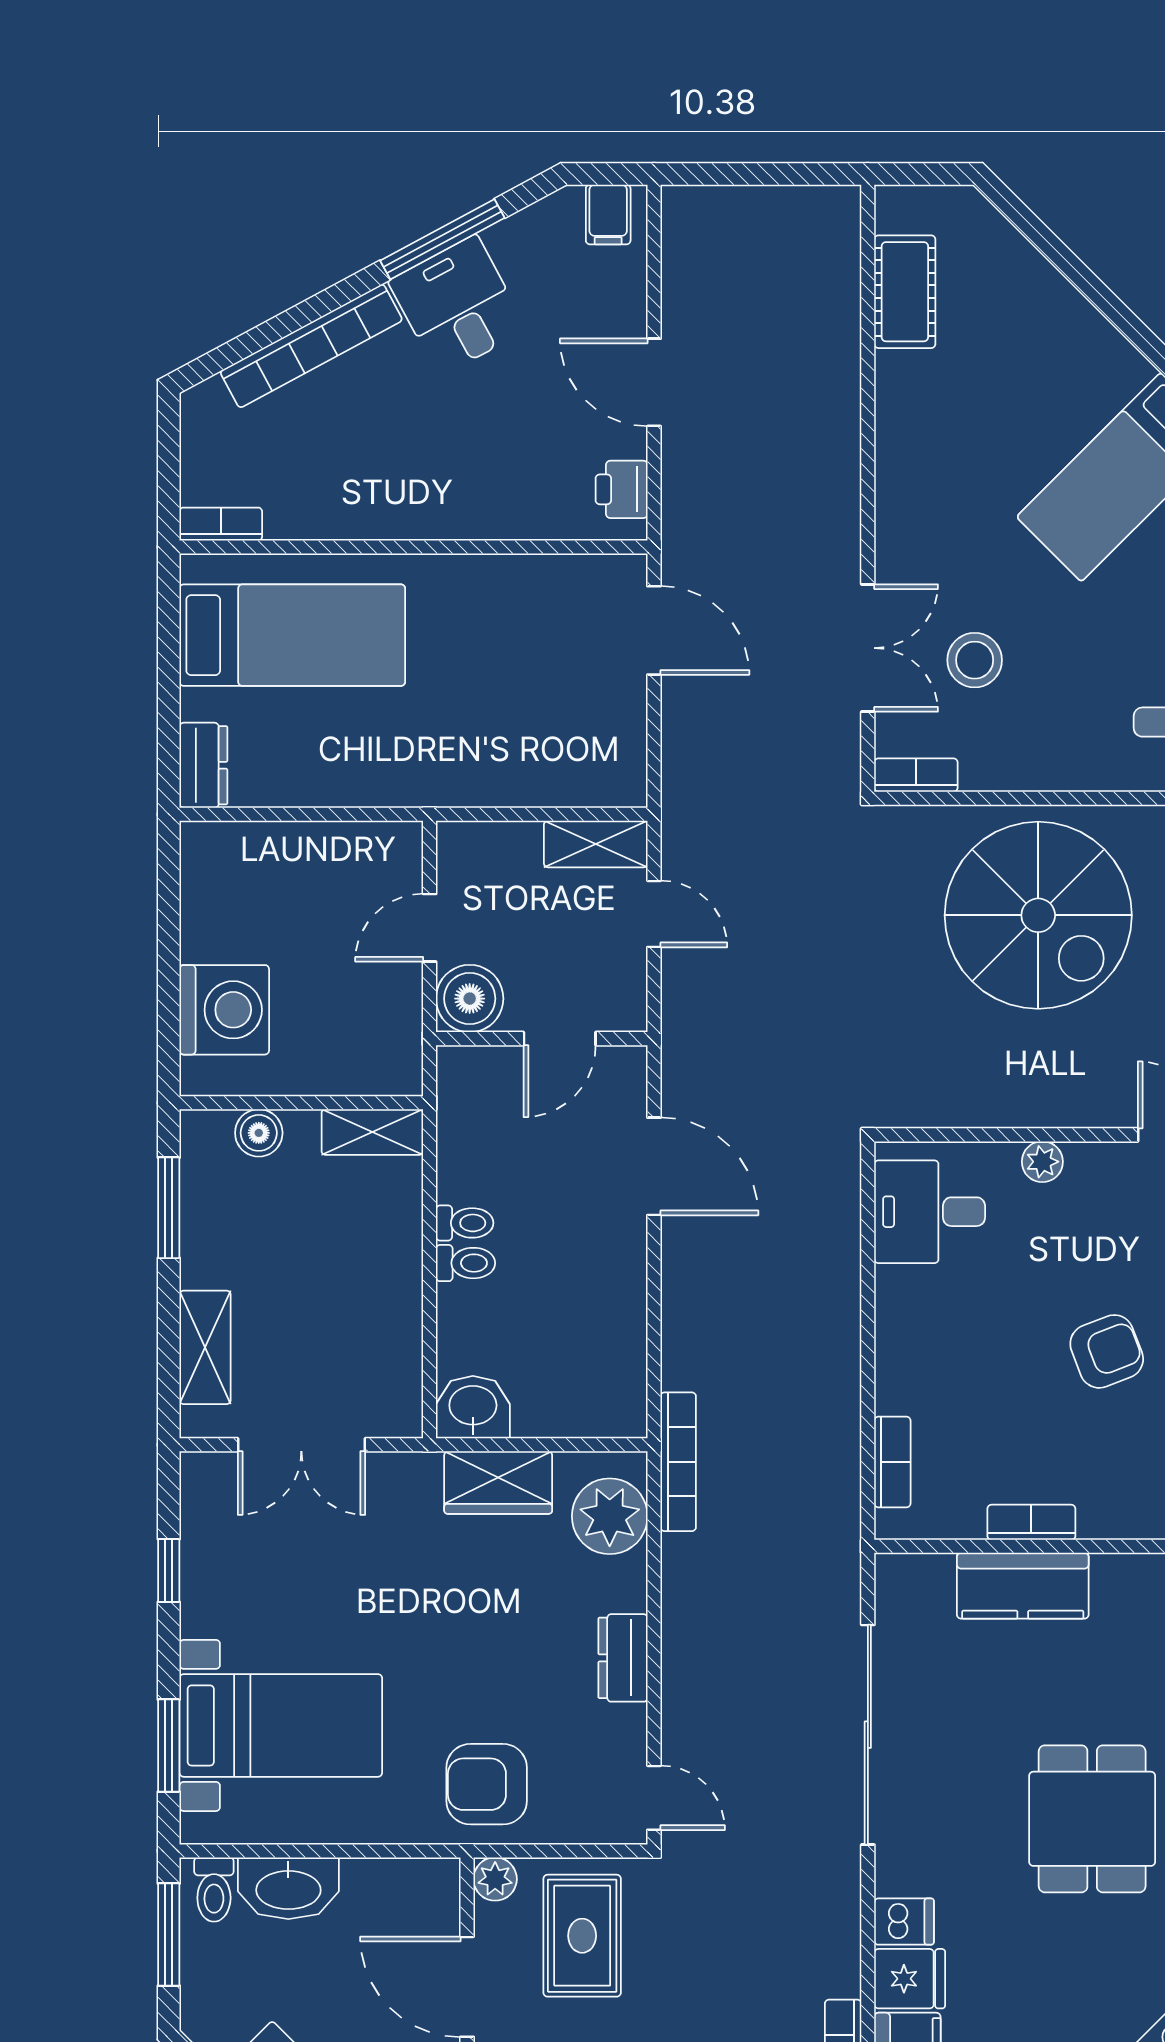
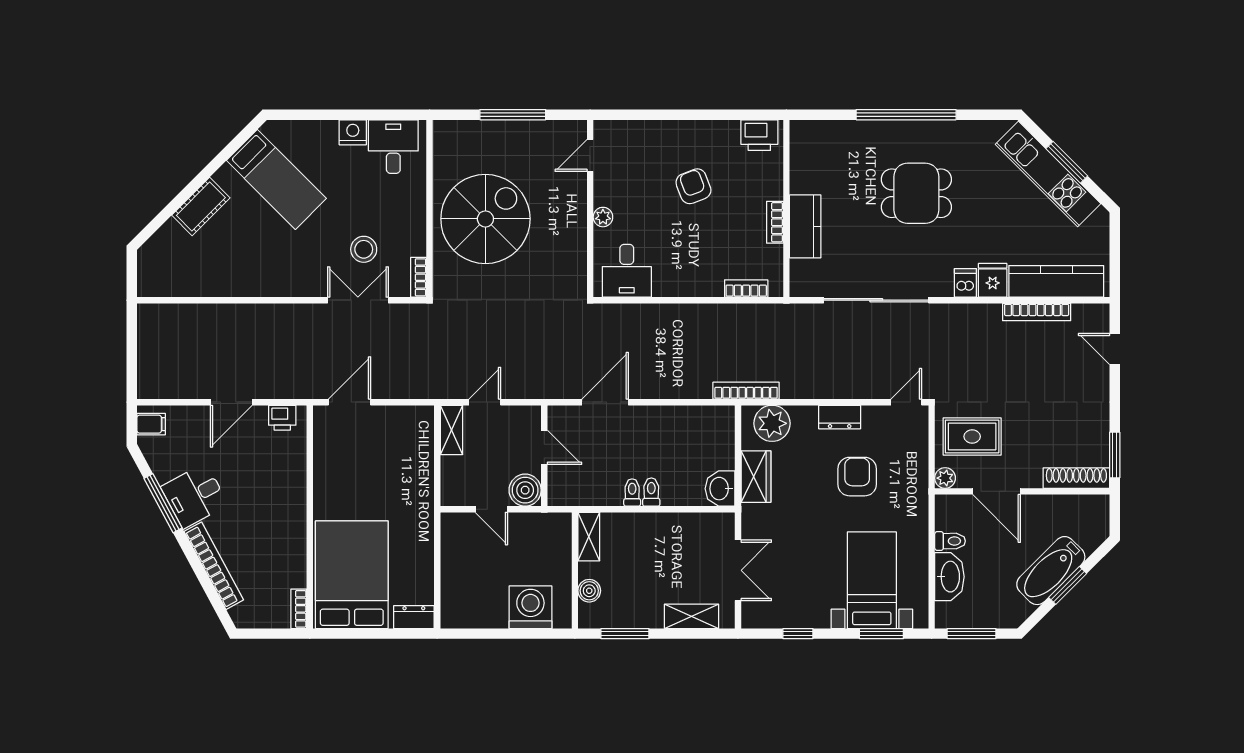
cot: (905, 292) -> (201, 207), moved, turned -45
bed: (292, 635) -> (352, 575), width x1.50
armchair: (487, 1784) -> (857, 477), moved, turned 180
toilet: (214, 1890) -> (950, 541), moved
door: (467, 1987) -> (996, 491), hinge flipped

